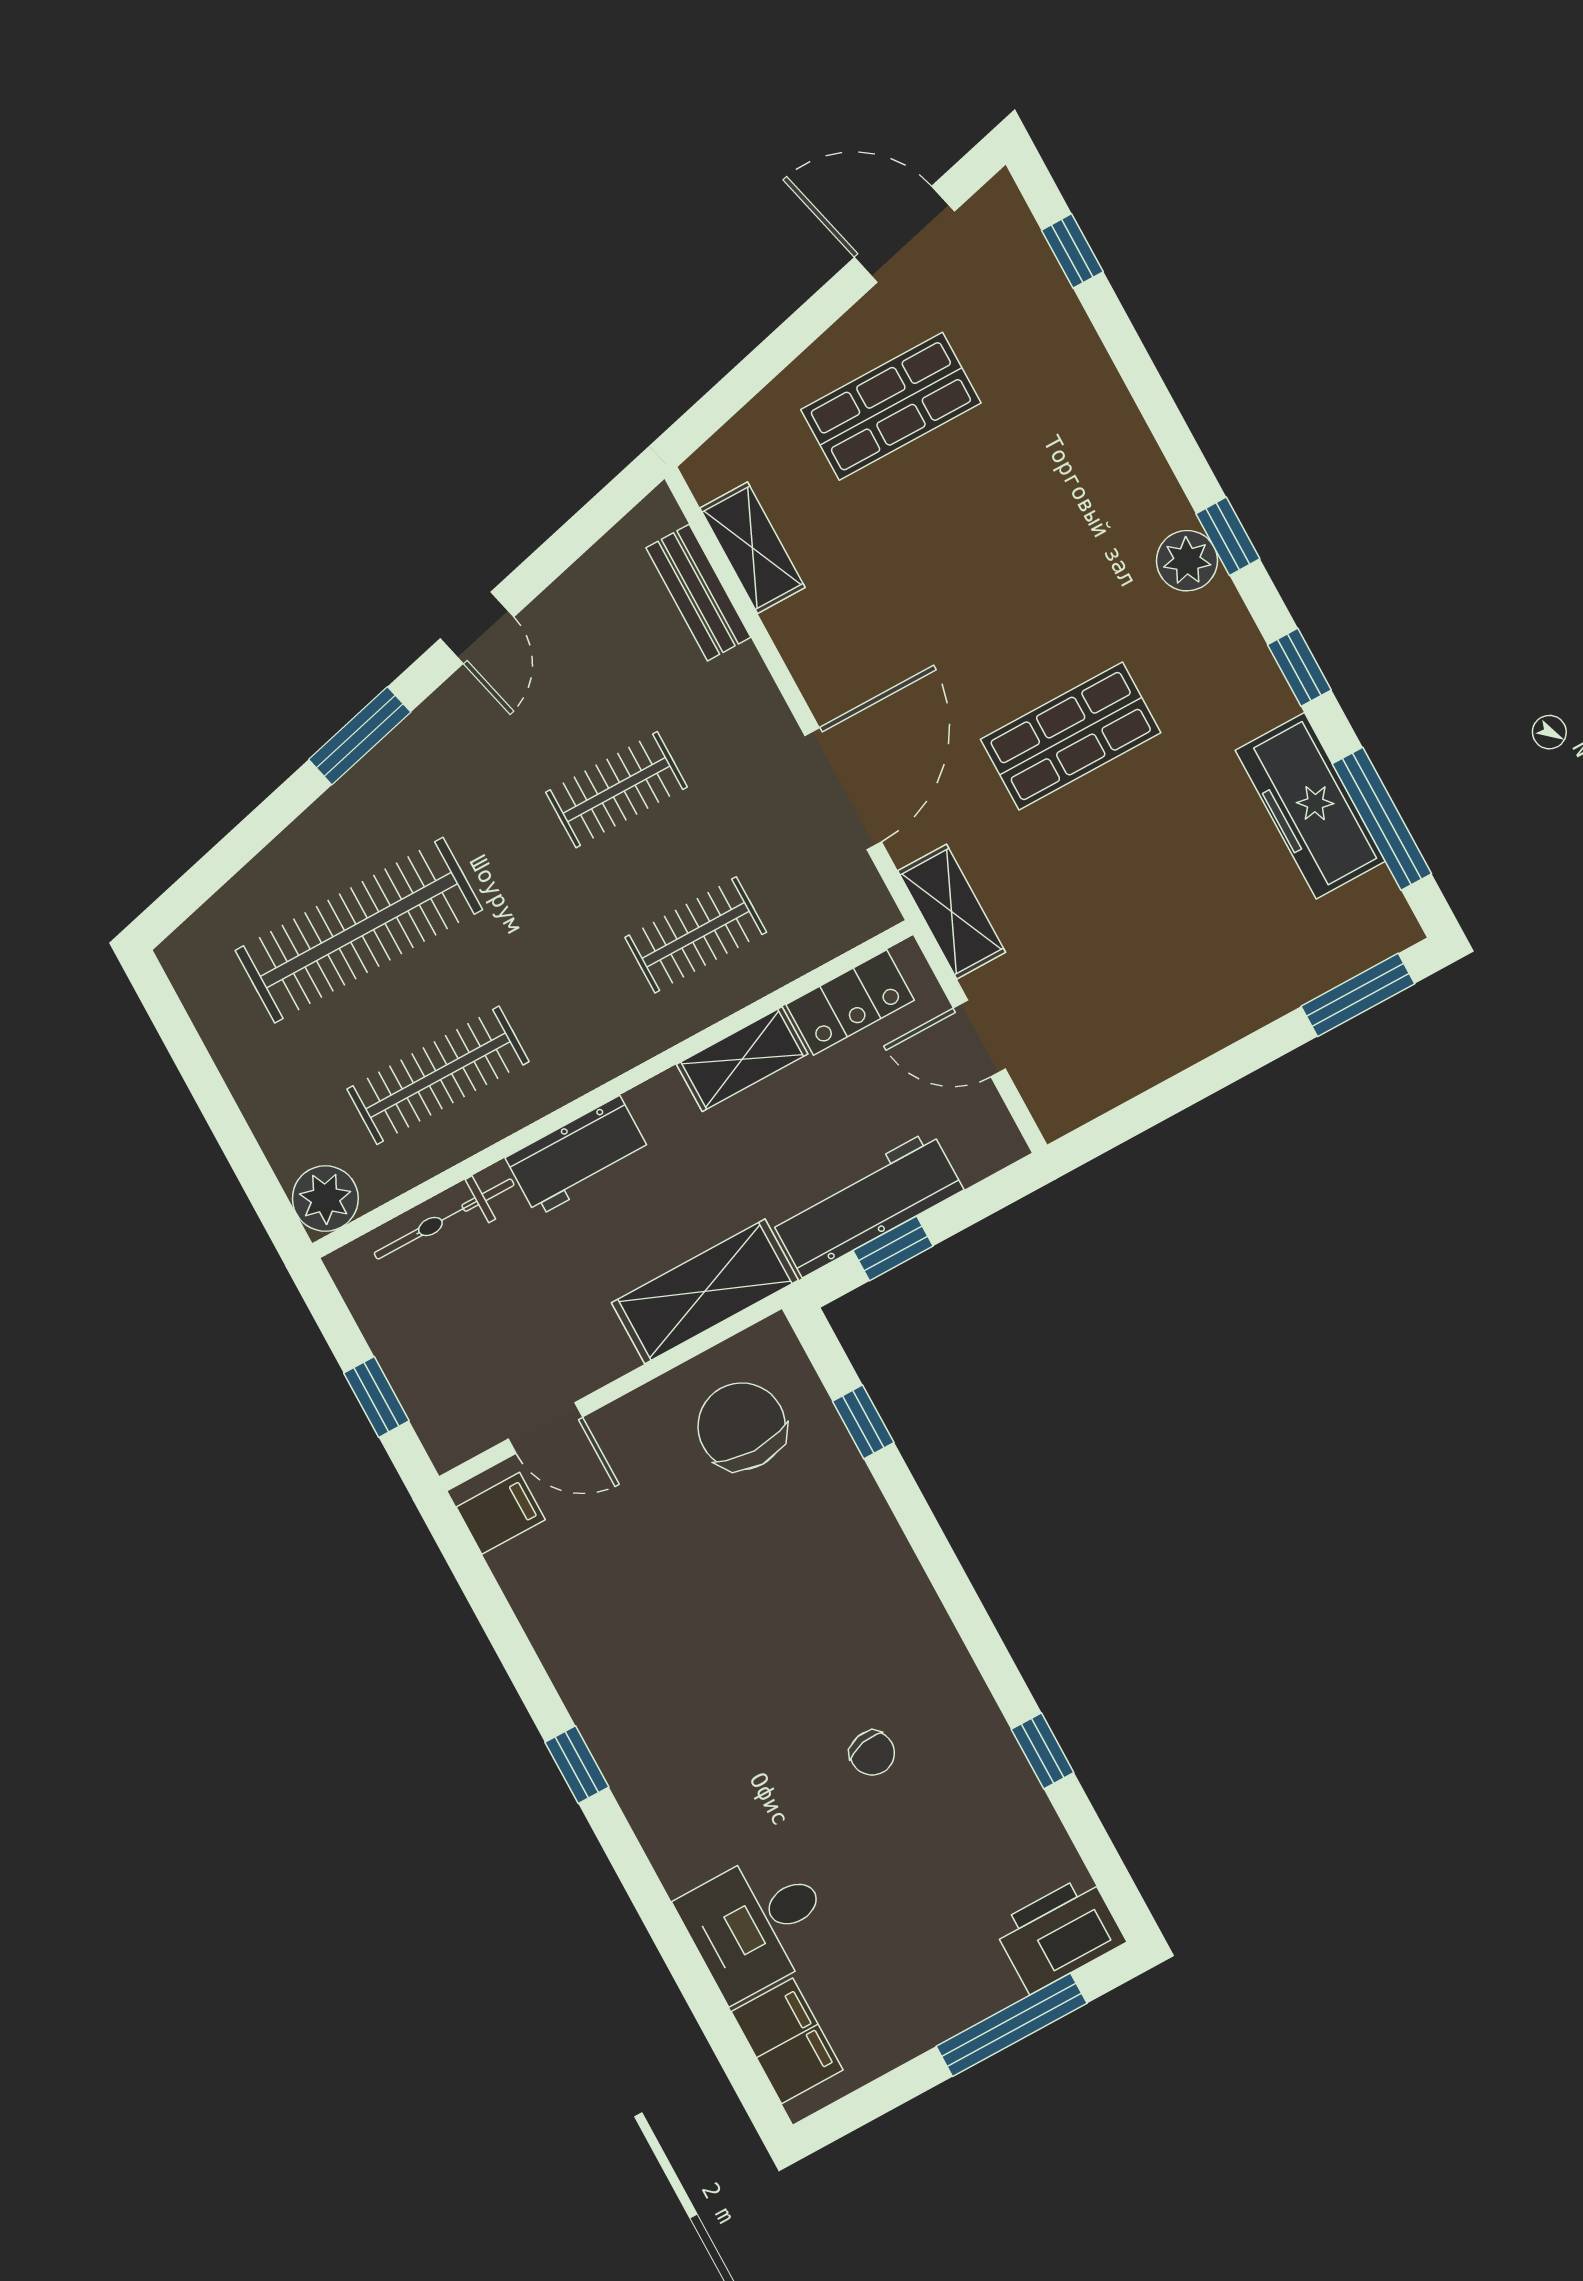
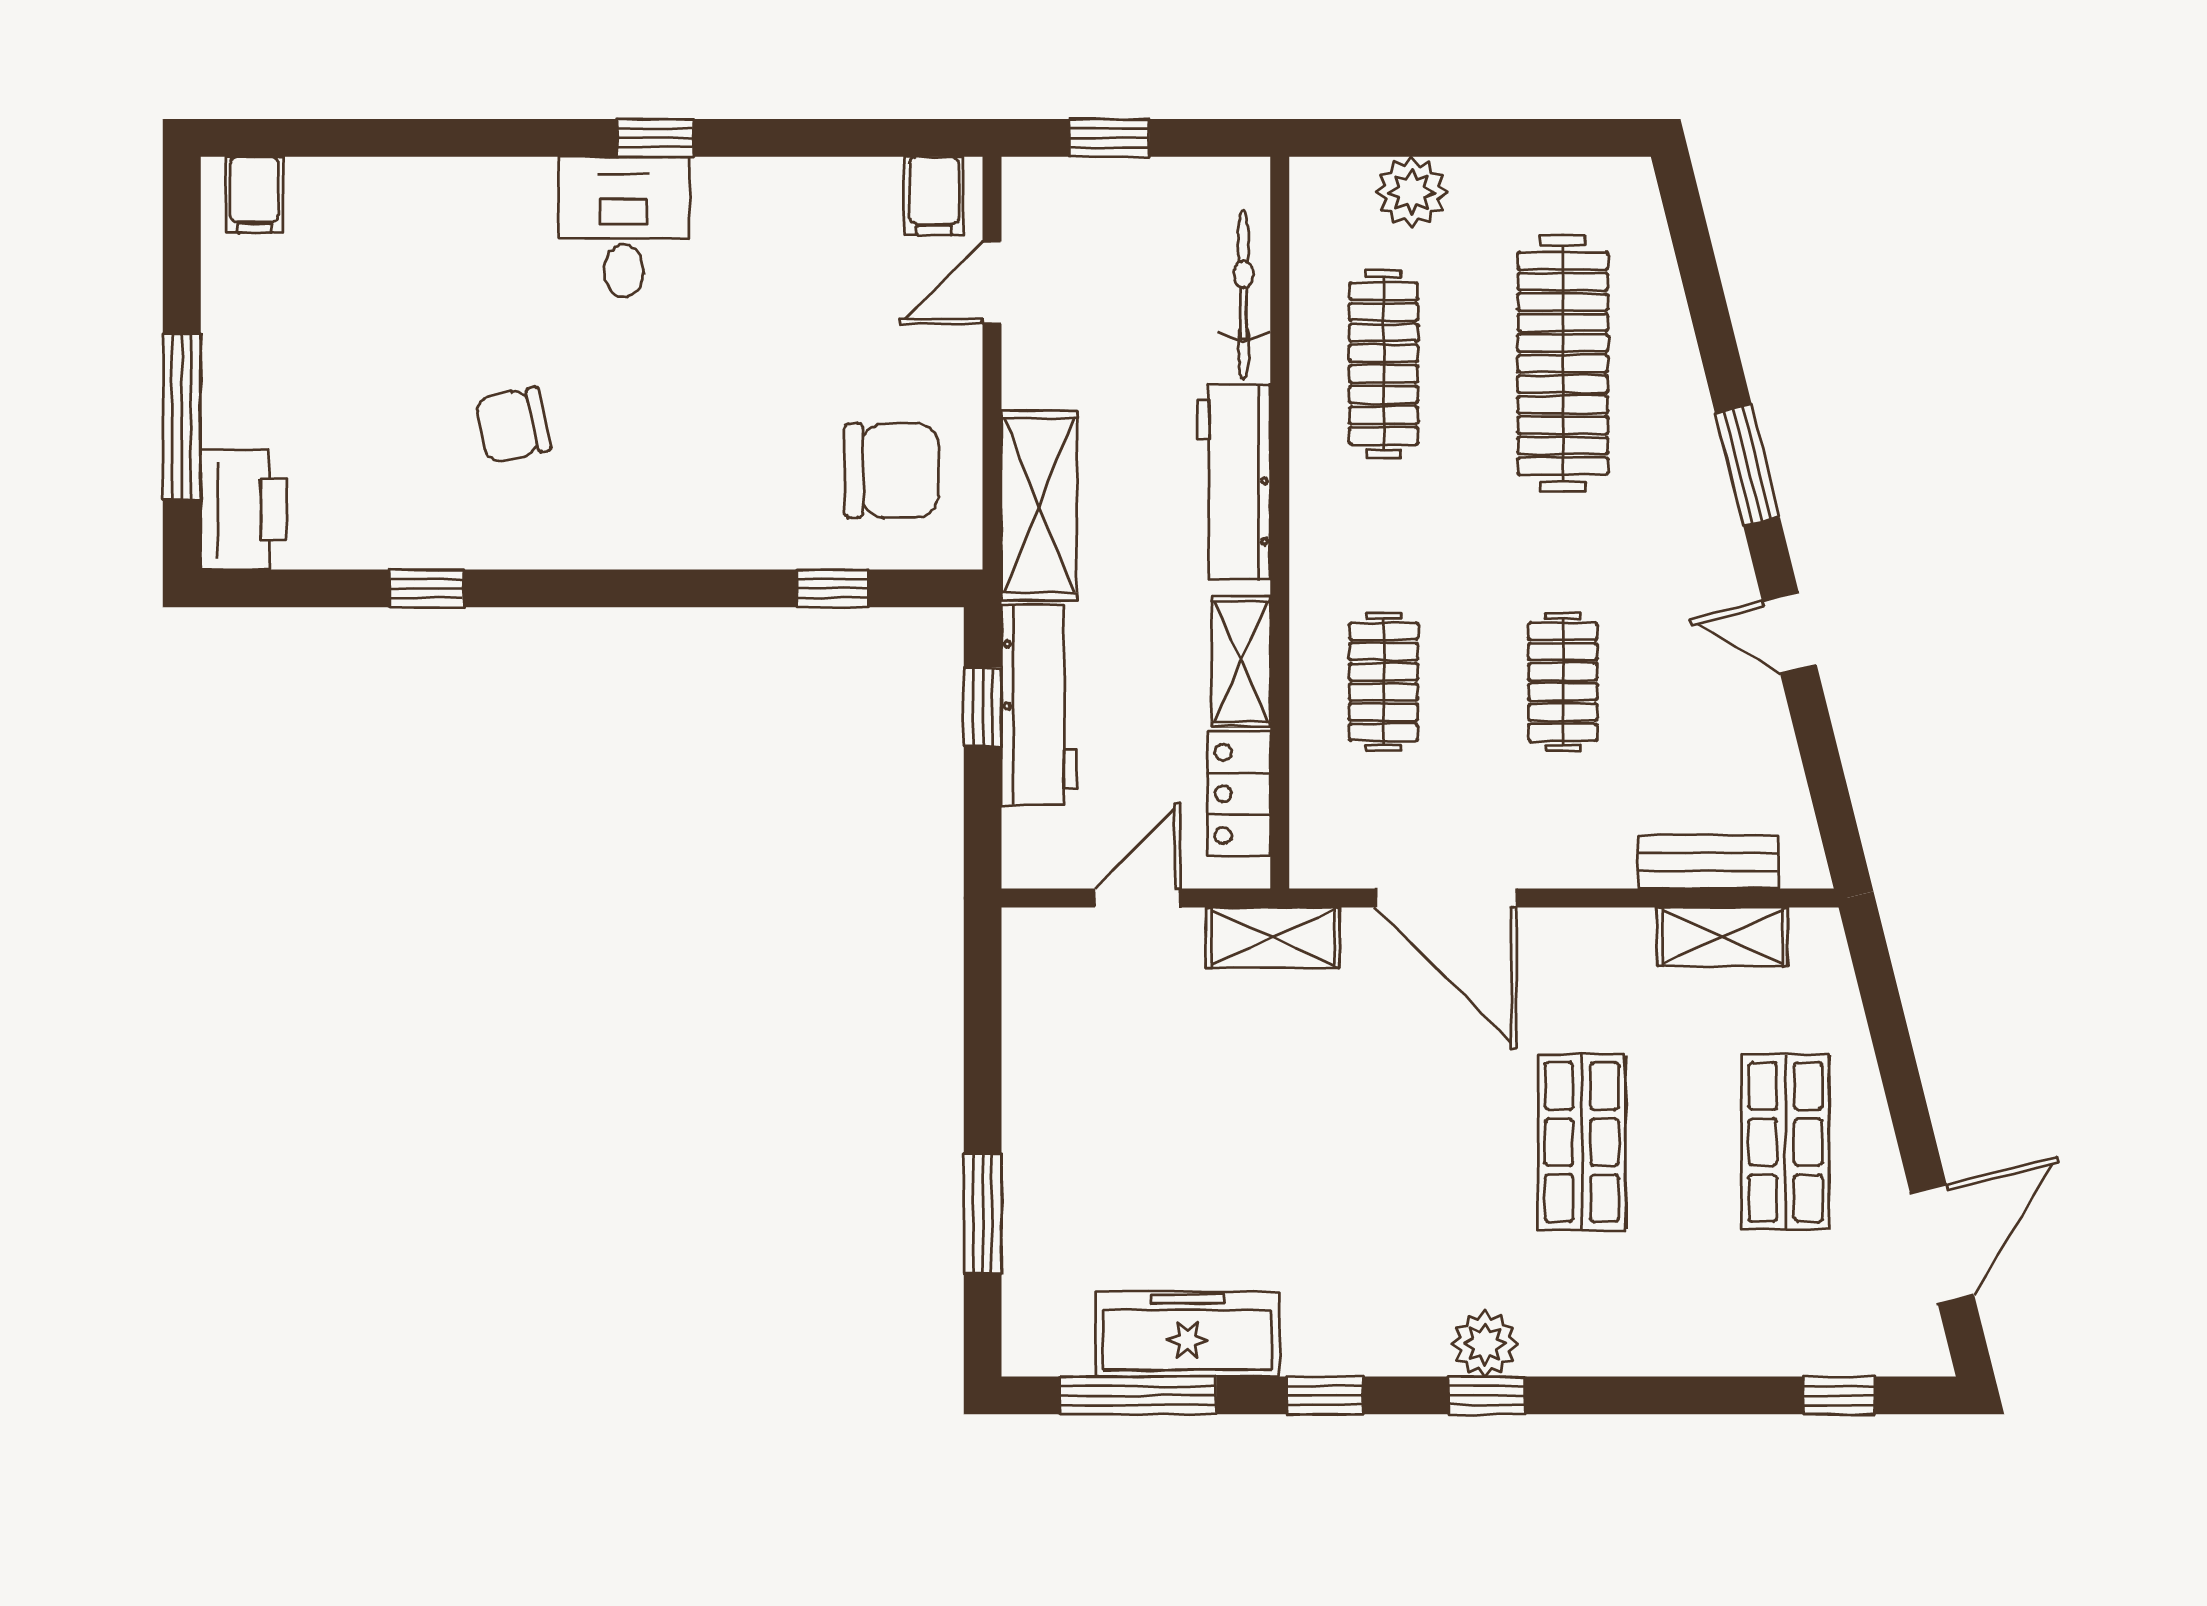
shop shelf: (1071, 736) -> (1582, 1142), moved
window: (1358, 995) -> (983, 1214), moved
workbench: (578, 1156) -> (1234, 482), width x1.37
plant: (325, 1198) -> (1412, 192), moved
chair: (872, 1753) -> (513, 425), width x1.37, depth x1.37
desk: (757, 1923) -> (624, 227), moved
filing cabinet: (787, 2041) -> (254, 195), width x0.50

